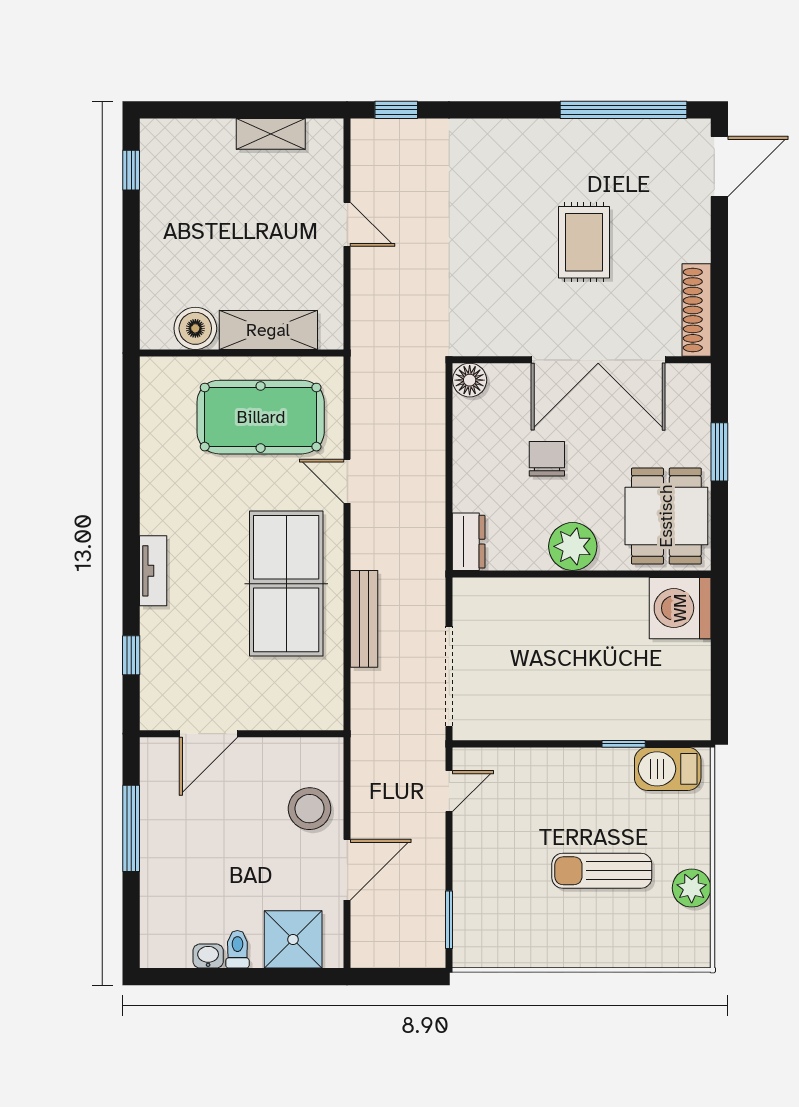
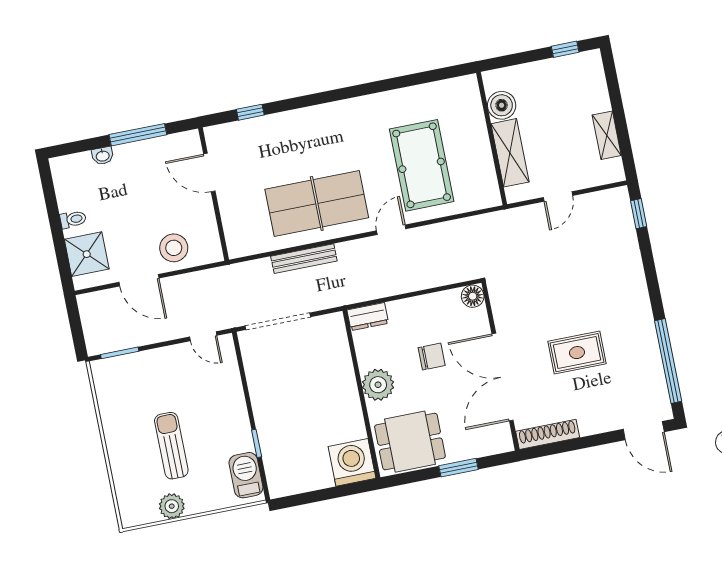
boiler: (195, 328) -> (502, 105), moved
shelving: (268, 330) -> (510, 153), moved
wall: (242, 353) -> (492, 139), moved
tv unit: (153, 571) -> (308, 115), removed
washbasin: (208, 956) -> (103, 156), moved, turned 90

